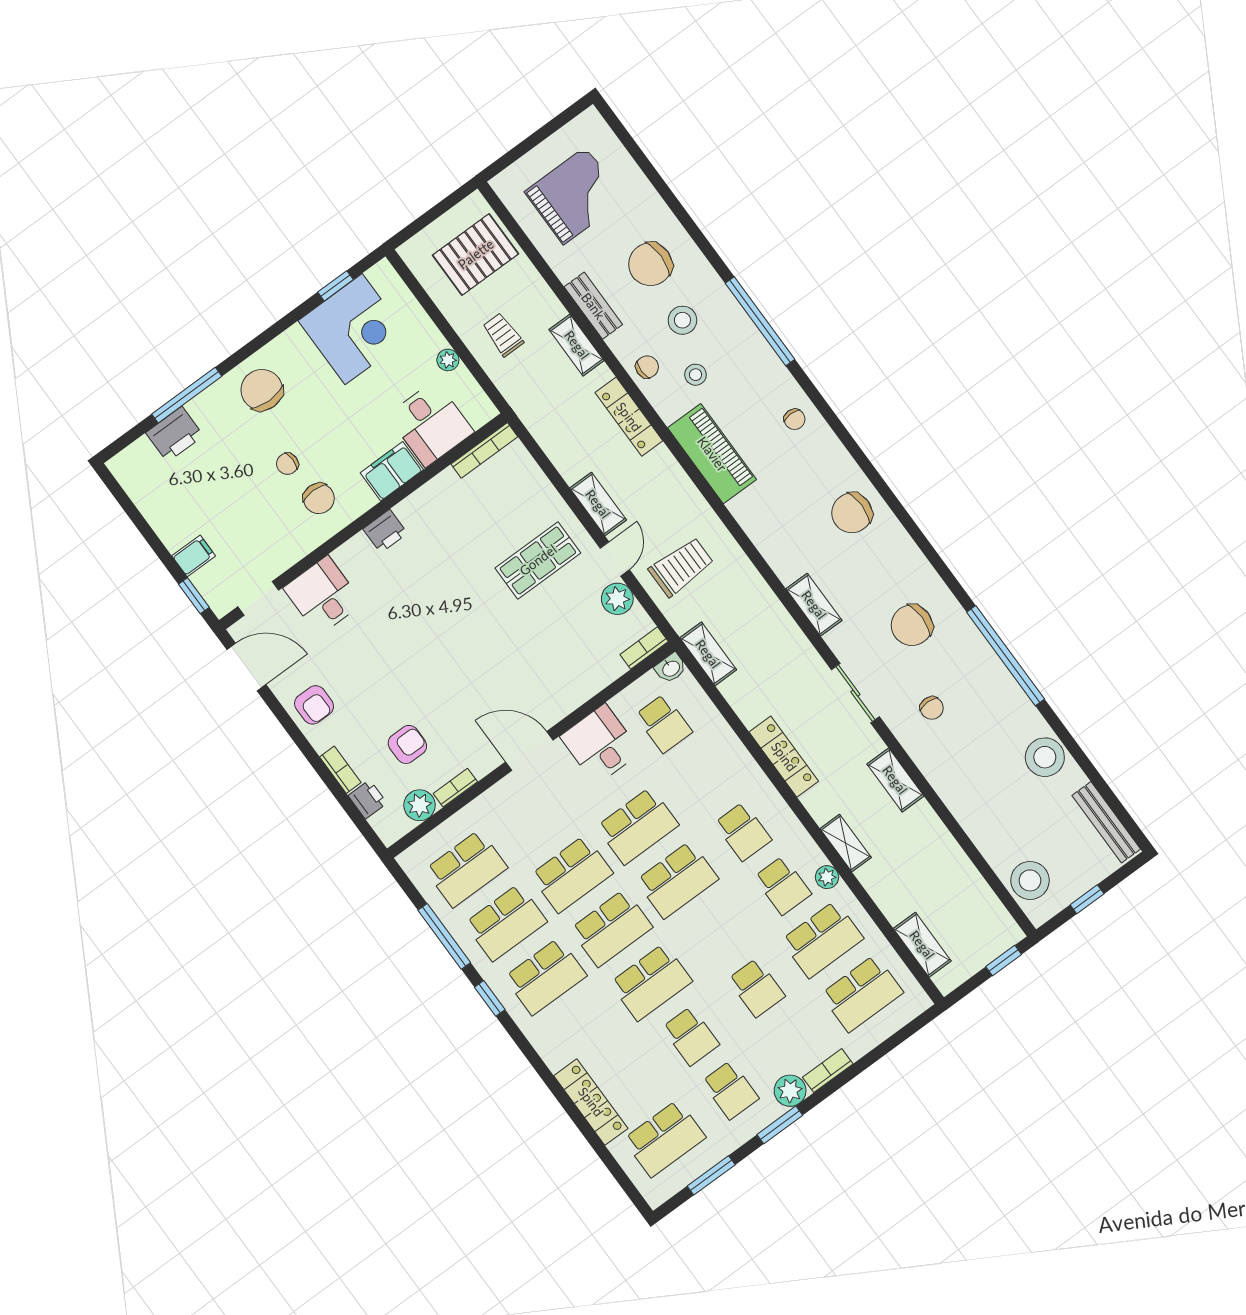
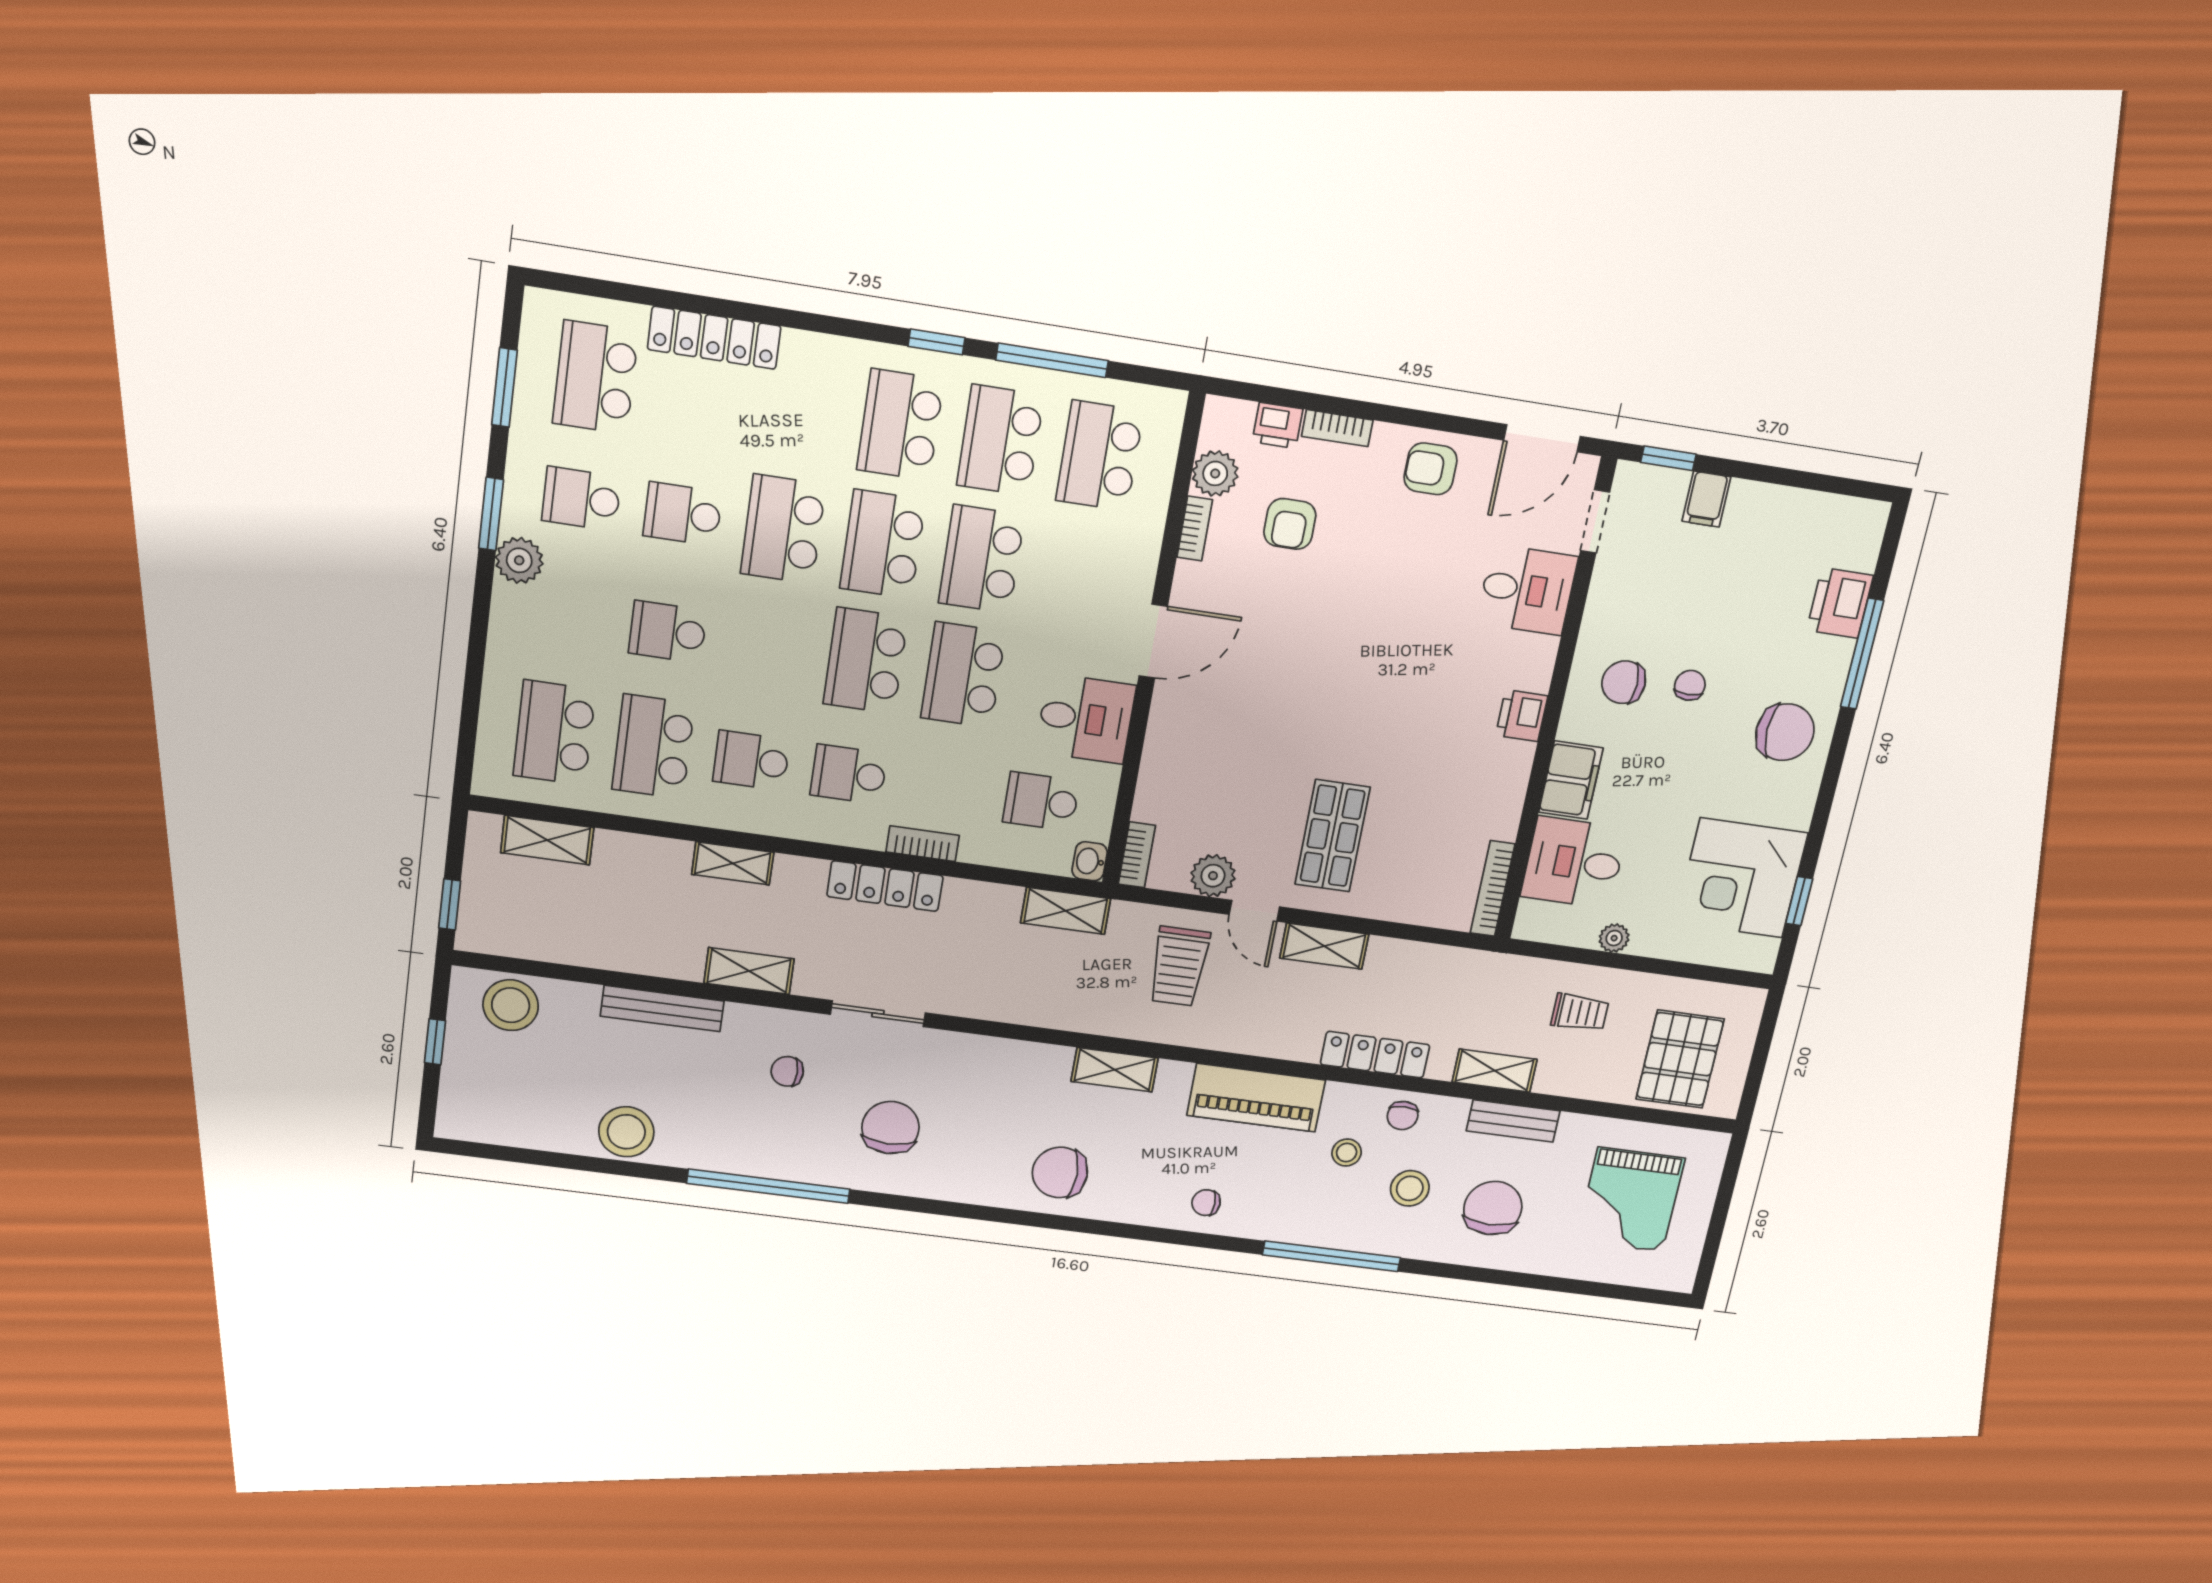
chair: (852, 513) -> (1060, 1172), turned -90
shelving: (814, 605) -> (1115, 1070), moved
bench: (1106, 822) -> (662, 1009), moved
plant: (827, 877) -> (715, 812), removed
bookcase: (828, 1071) -> (923, 844), moved, turned -90

